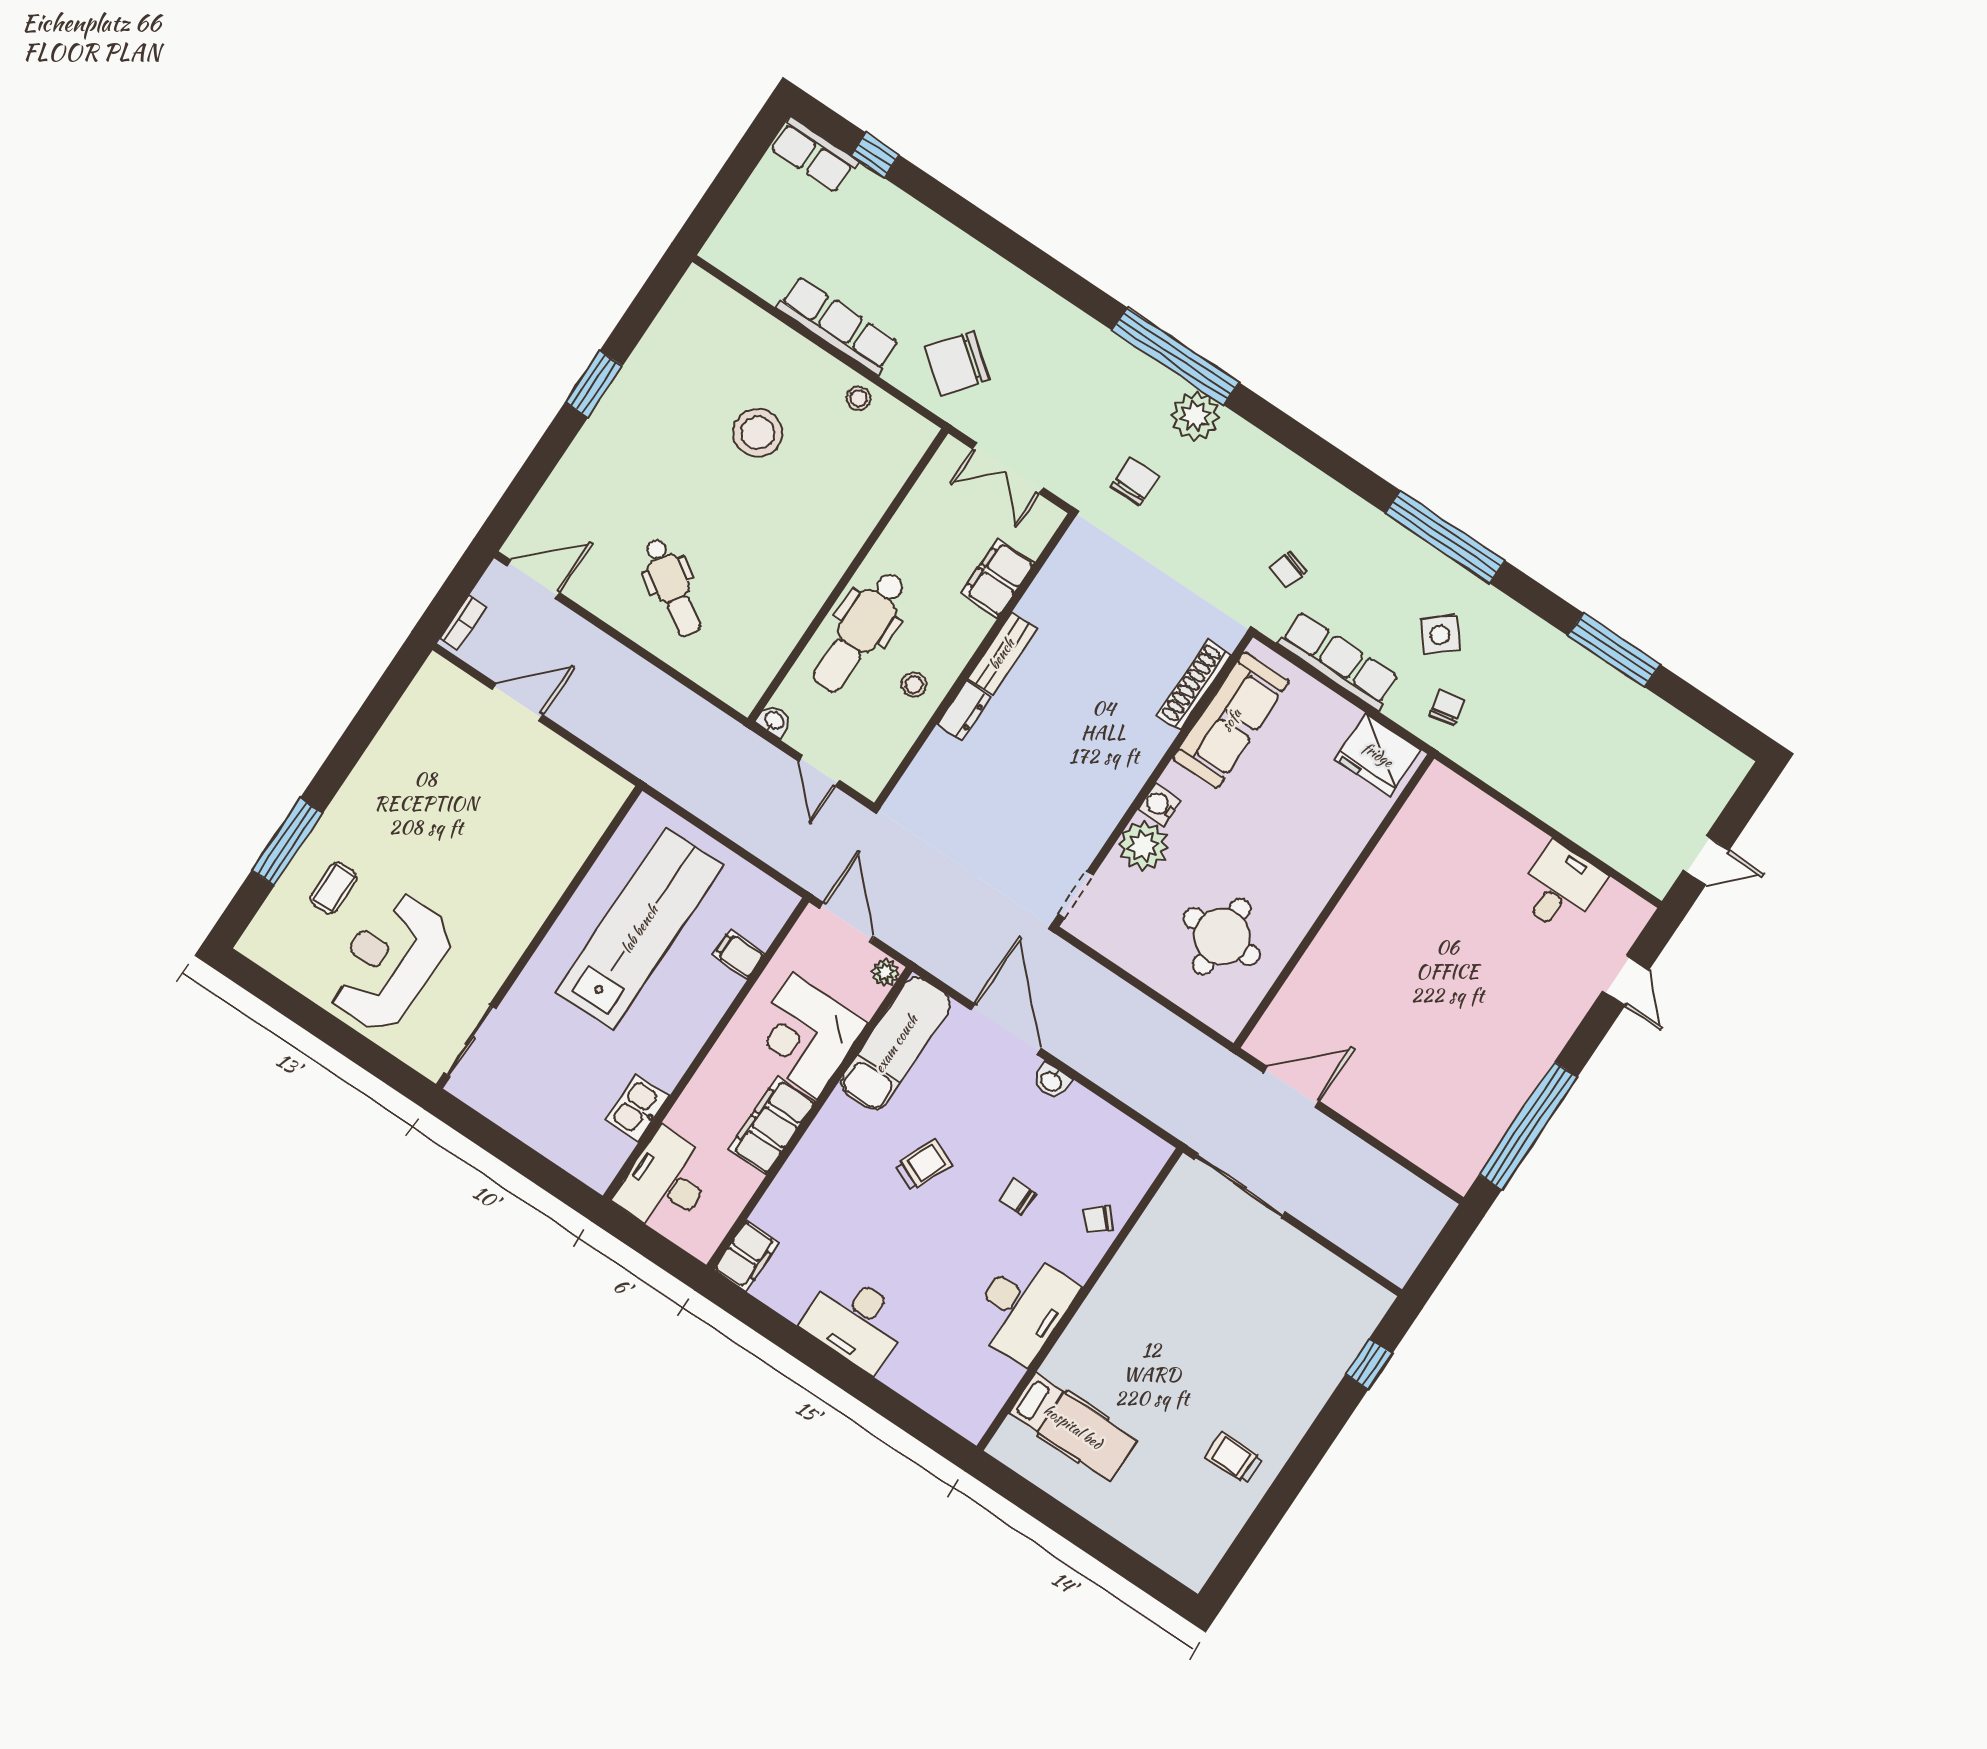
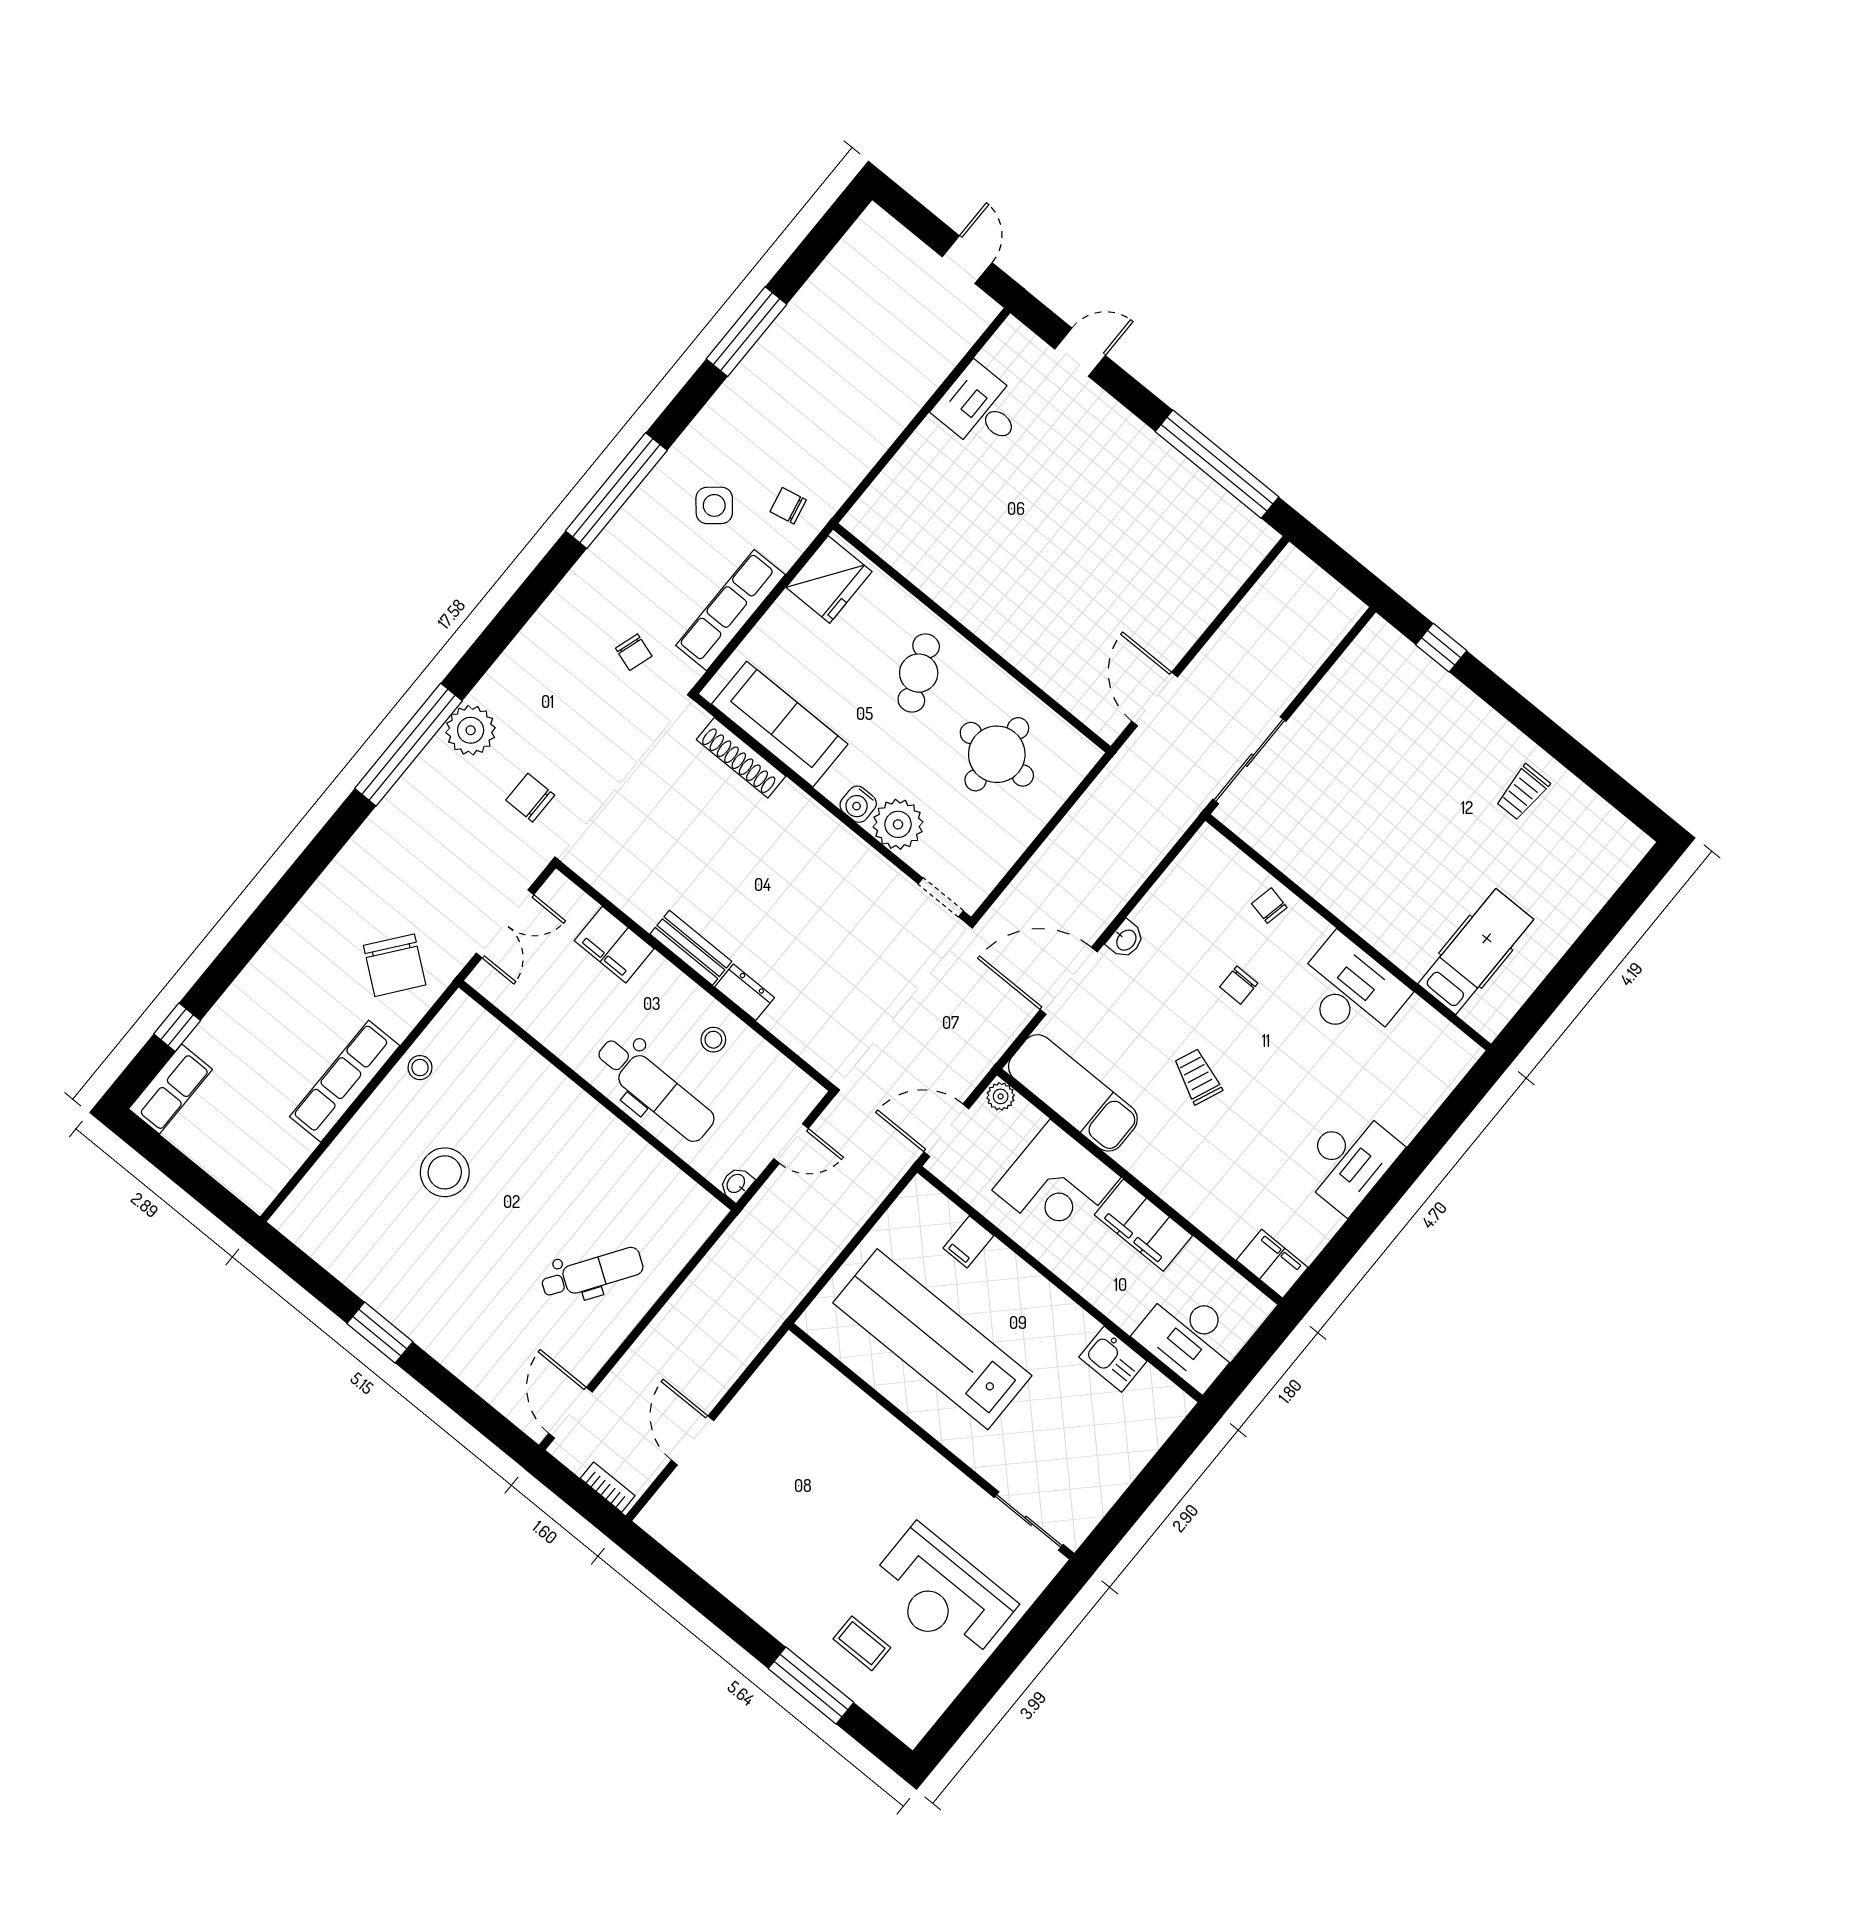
cafe table: (1294, 852) -> (919, 673), added
chair: (1099, 1219) -> (1269, 906), turned 145

